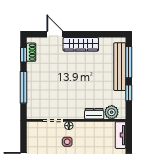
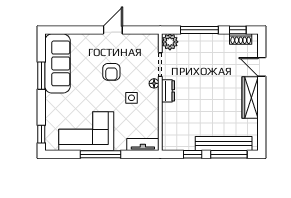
door: (55, 34) -> (262, 67), swing flipped
plant: (112, 112) -> (170, 42), moved
dresser: (94, 114) -> (168, 91), moved
side table: (67, 142) -> (131, 98), moved

